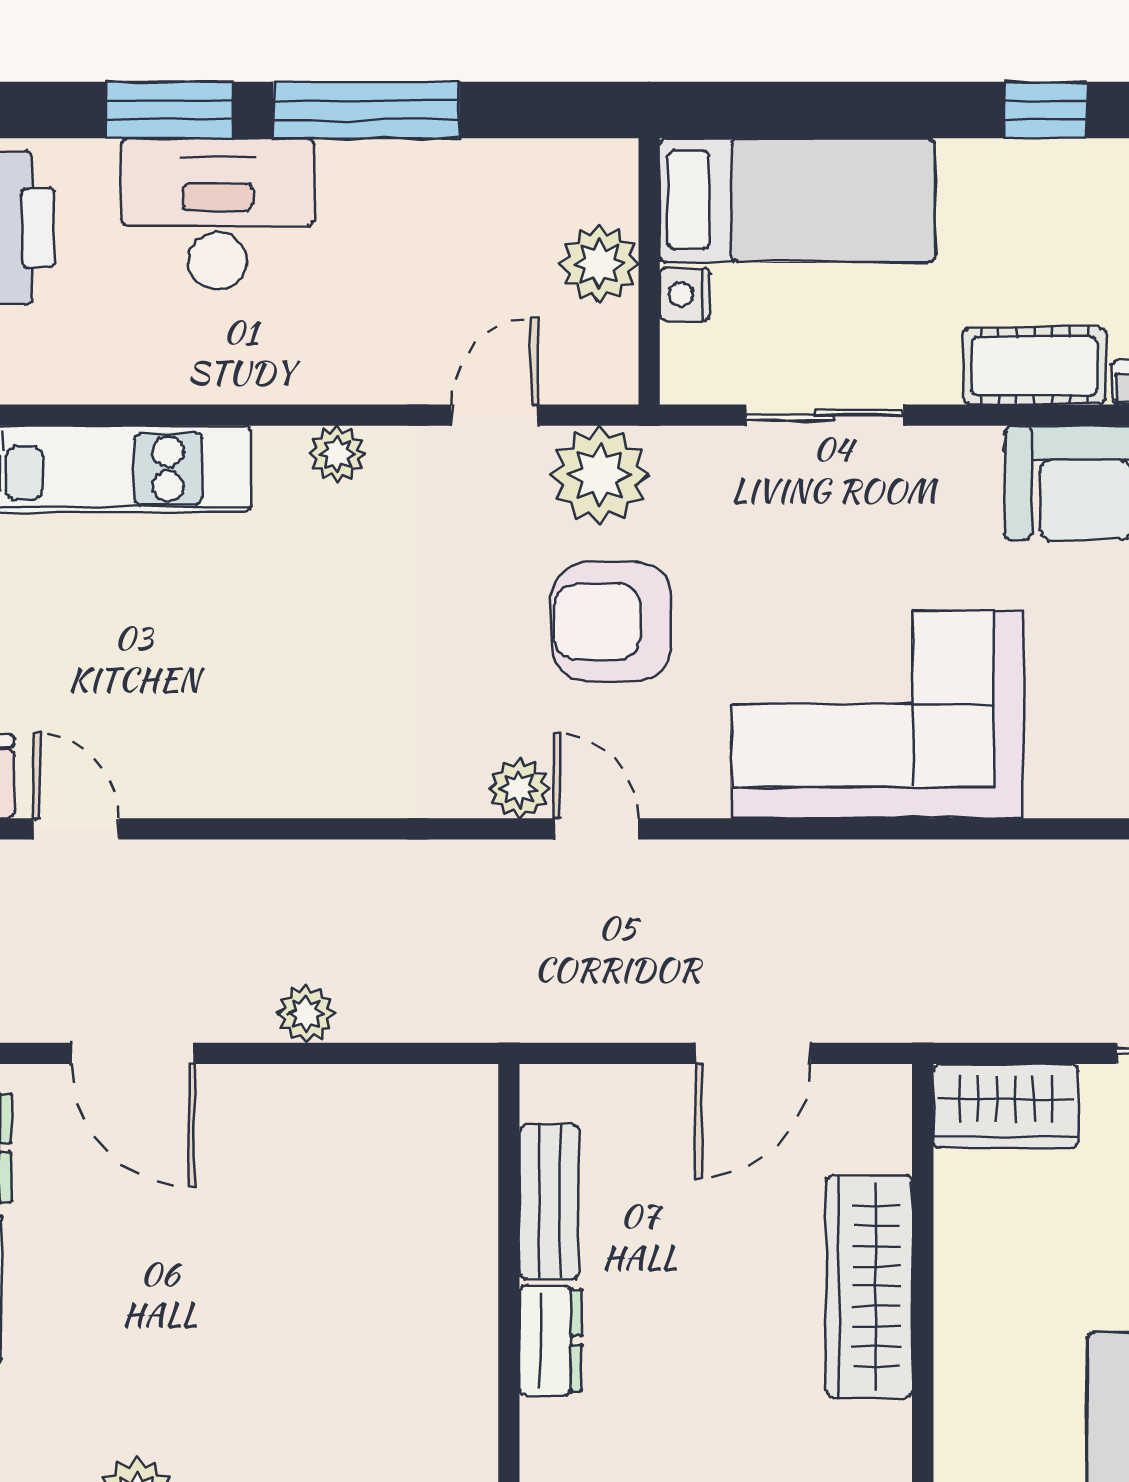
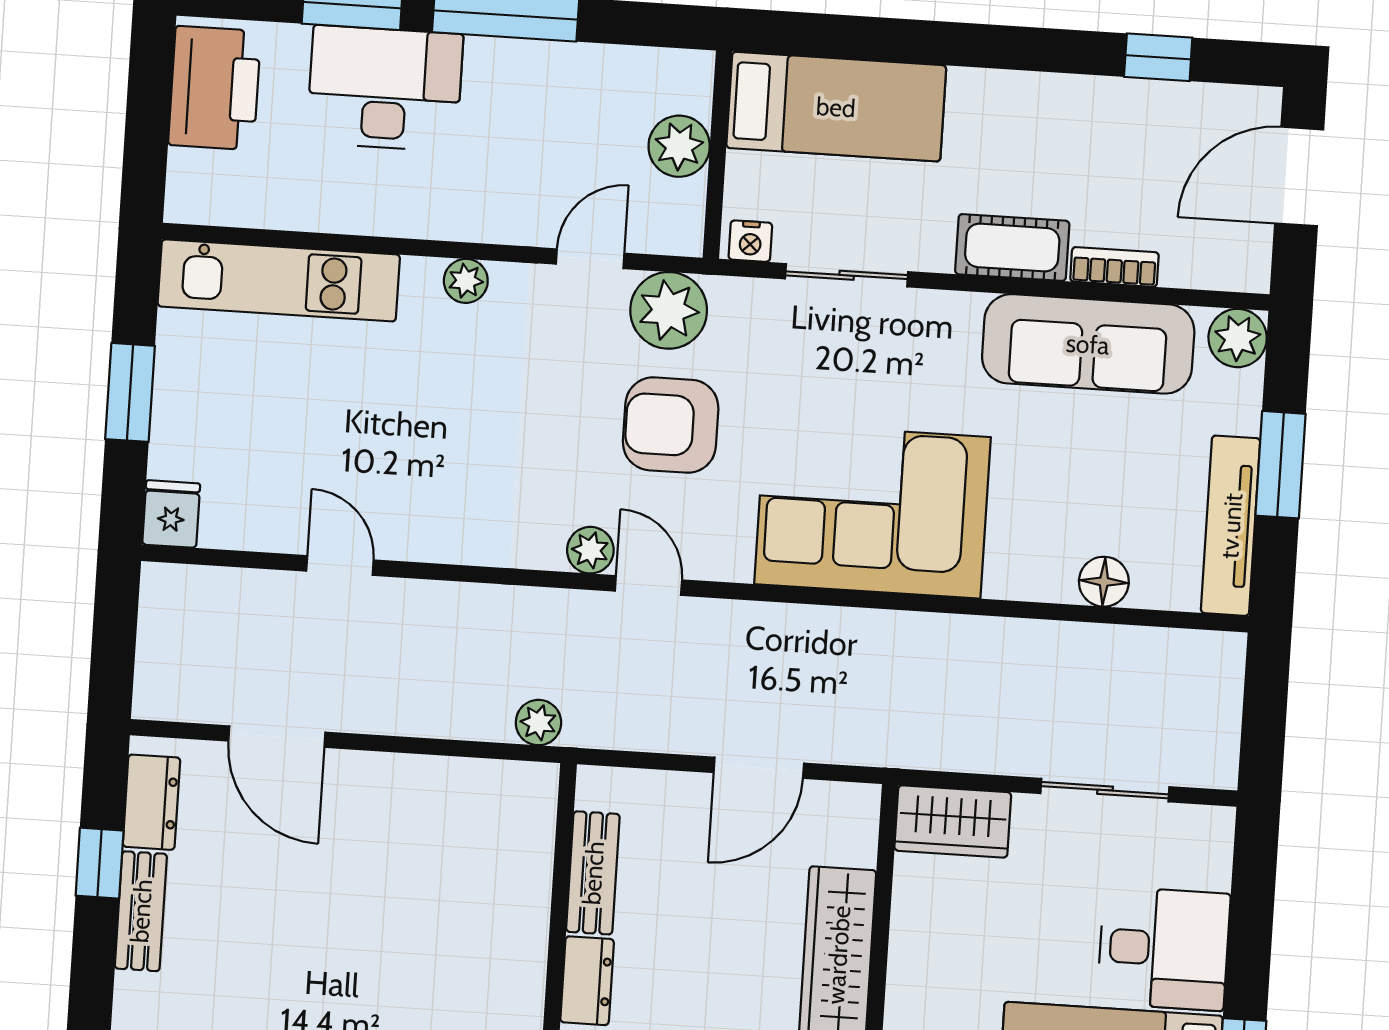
window: (1046, 110) -> (1034, 49), removed
nightstand: (685, 294) -> (750, 241), moved, turned -90
door: (76, 829) -> (340, 566), moved
plant: (306, 1014) -> (538, 723), moved

